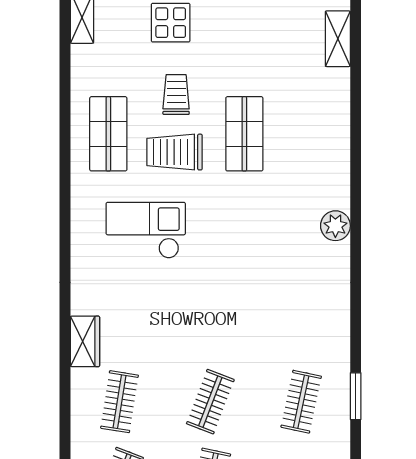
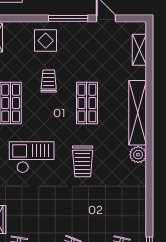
shelving: (335, 151) -> (138, 113), added
trolley: (174, 152) -> (83, 161), moved, turned -90

